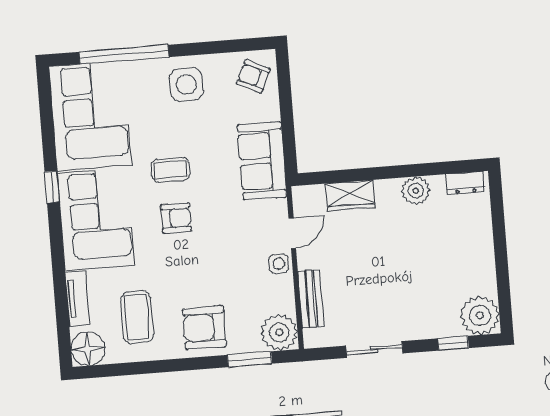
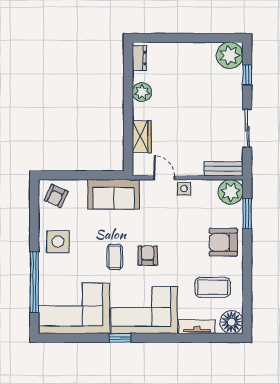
bench: (311, 299) -> (223, 169), moved
armchair: (204, 328) -> (223, 242), turned 90

